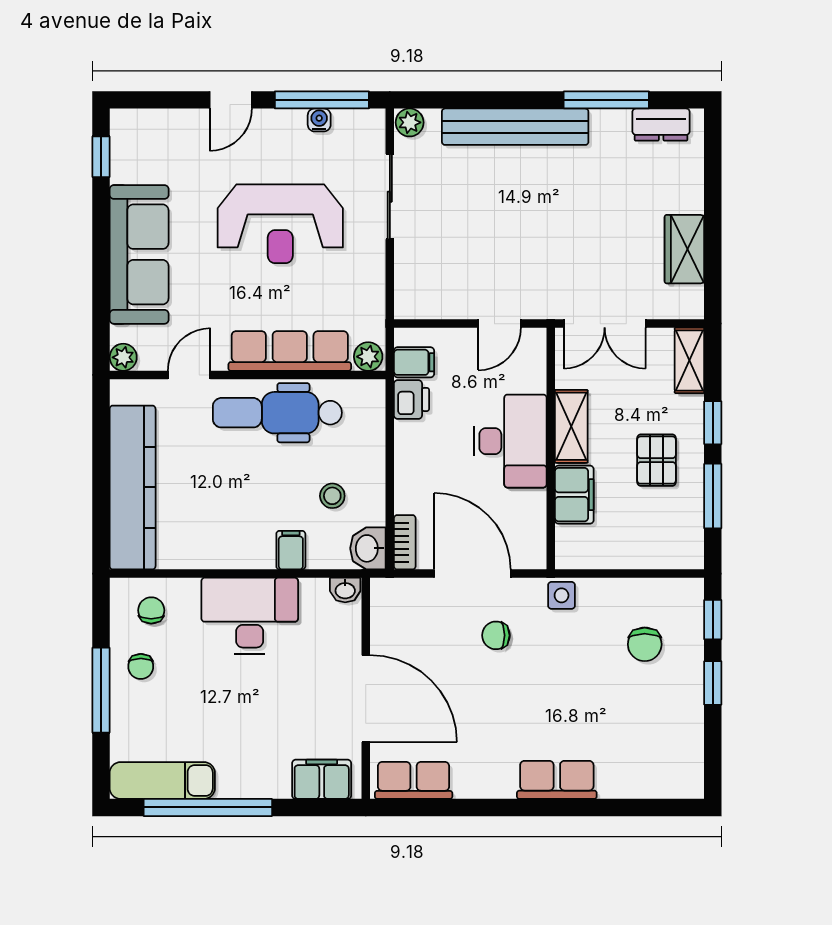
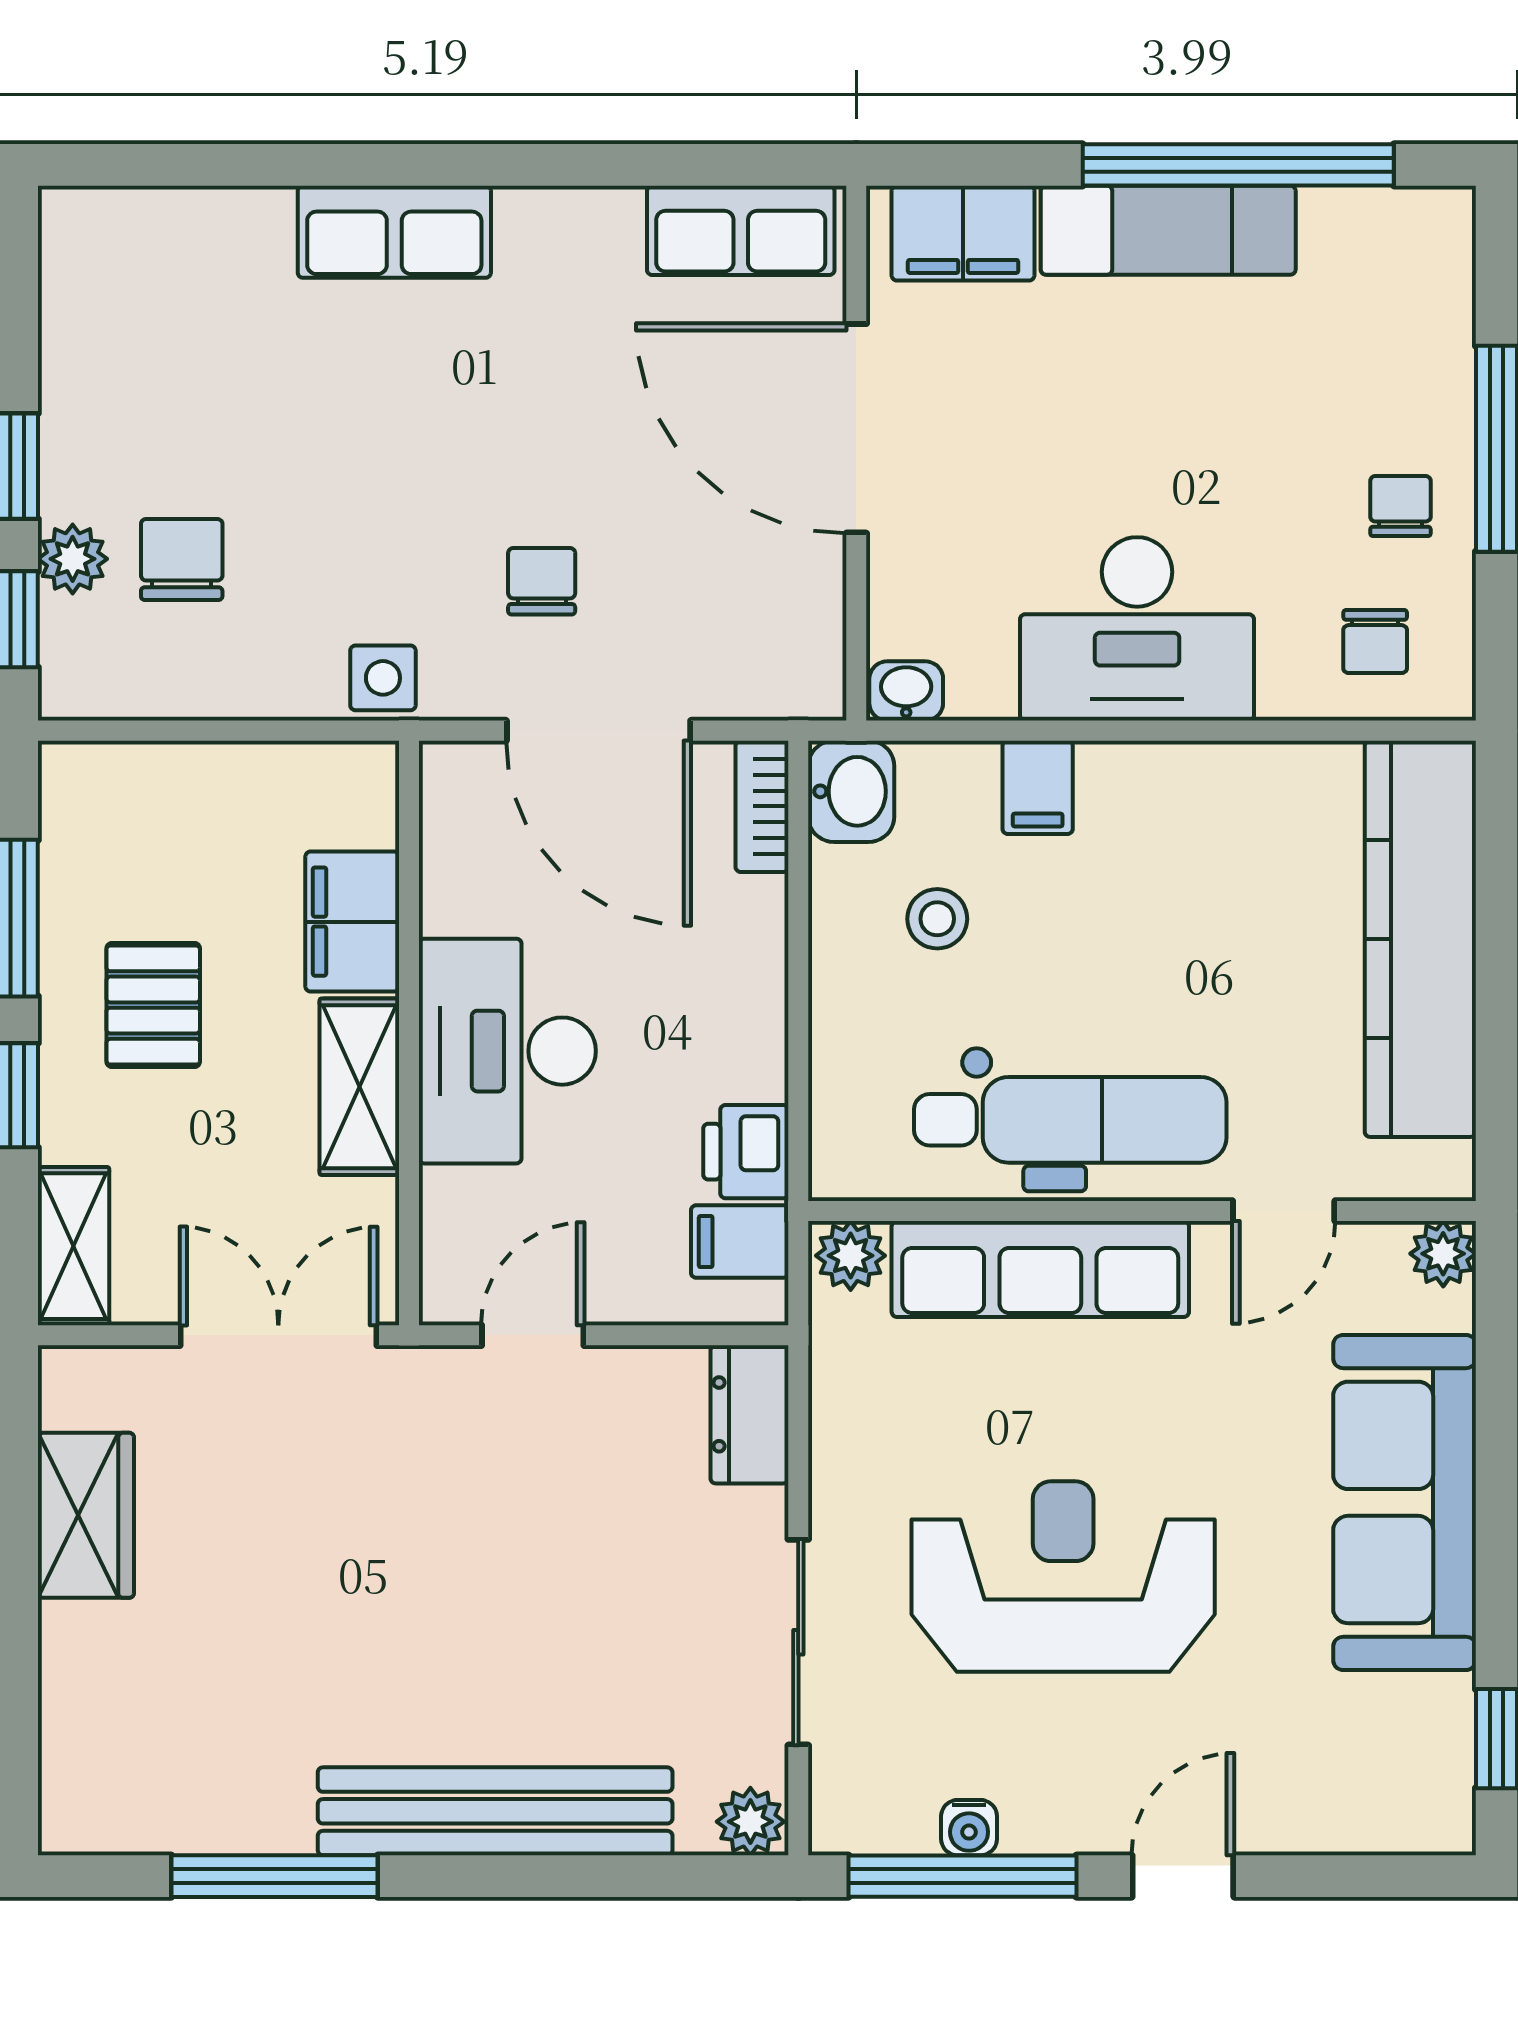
dresser: (661, 125) -> (749, 1414), moved, turned -90
chair: (496, 635) -> (542, 581), turned -90
plant: (690, 645) -> (73, 559), added
exam couch: (162, 780) -> (1168, 230), moved

